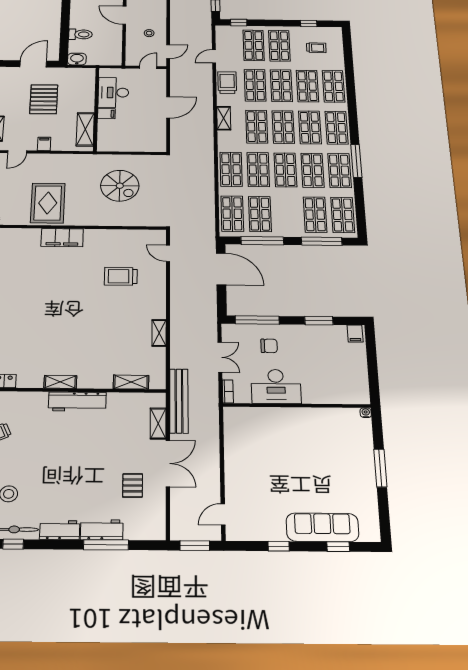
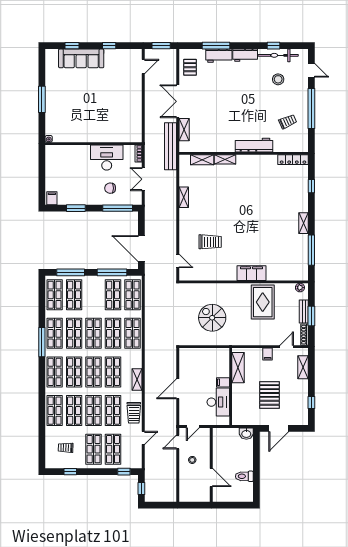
toilet: (80, 34) -> (244, 476), moved
shelving: (60, 382) -> (225, 159), moved
workbench: (77, 402) -> (254, 145), moved
pallet: (133, 485) -> (190, 67), moved

